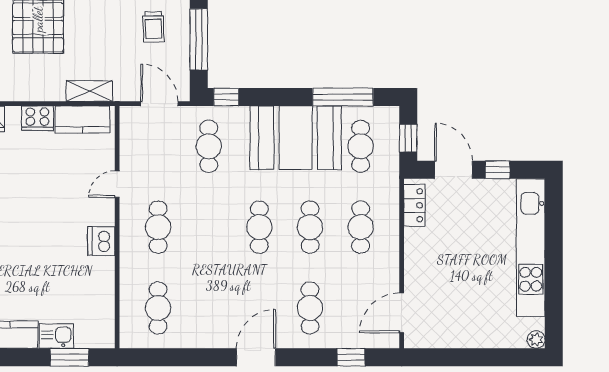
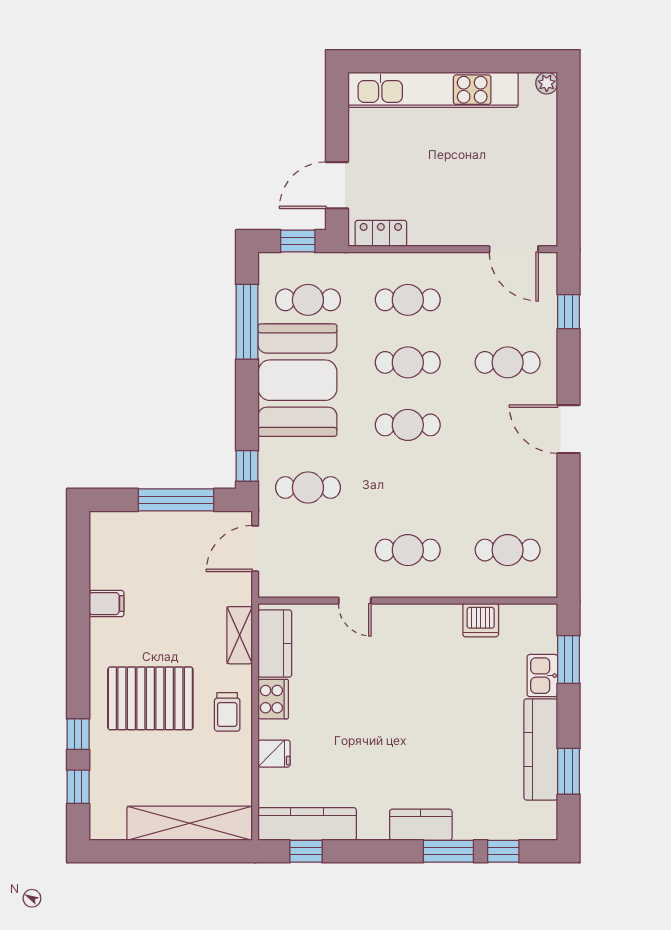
trolley: (153, 27) -> (227, 712), moved, turned 92
window: (498, 170) -> (337, 131), removed
dishwasher: (101, 241) -> (481, 620), moved

